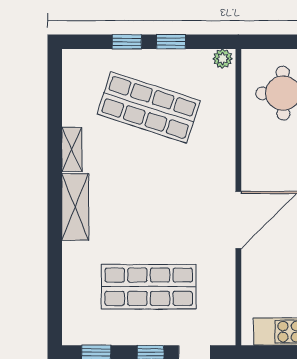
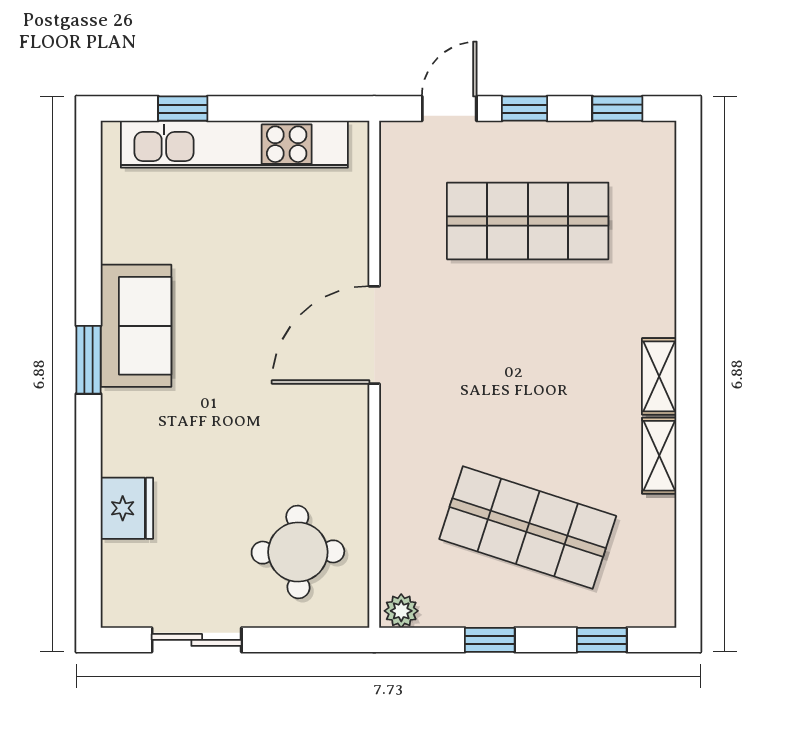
window: (127, 42) -> (602, 640), moved
shelving: (75, 207) -> (659, 376), width x0.67, depth x0.75

